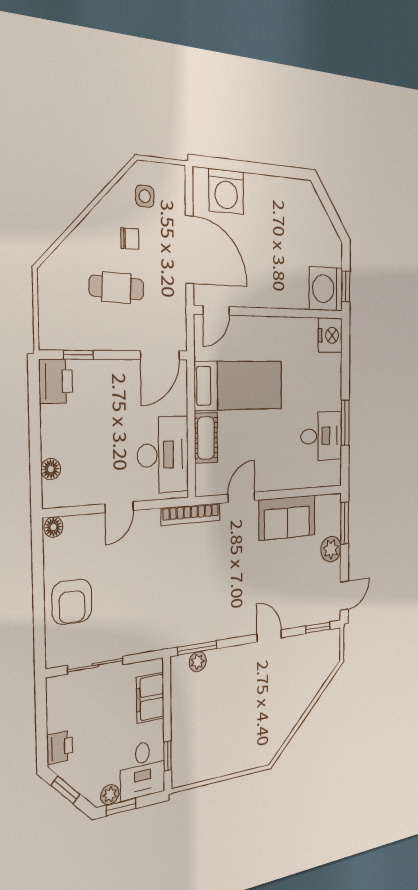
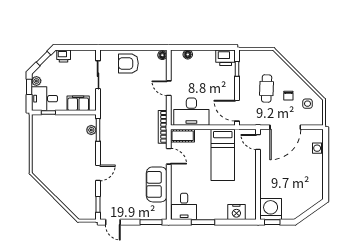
washing machine: (226, 191) -> (318, 148), width x0.53, depth x0.53
nightstand: (330, 335) -> (236, 212), moved
desk: (321, 436) -> (184, 206), moved
cot: (206, 438) -> (183, 136), moved
plant: (331, 549) -> (138, 213), removed

